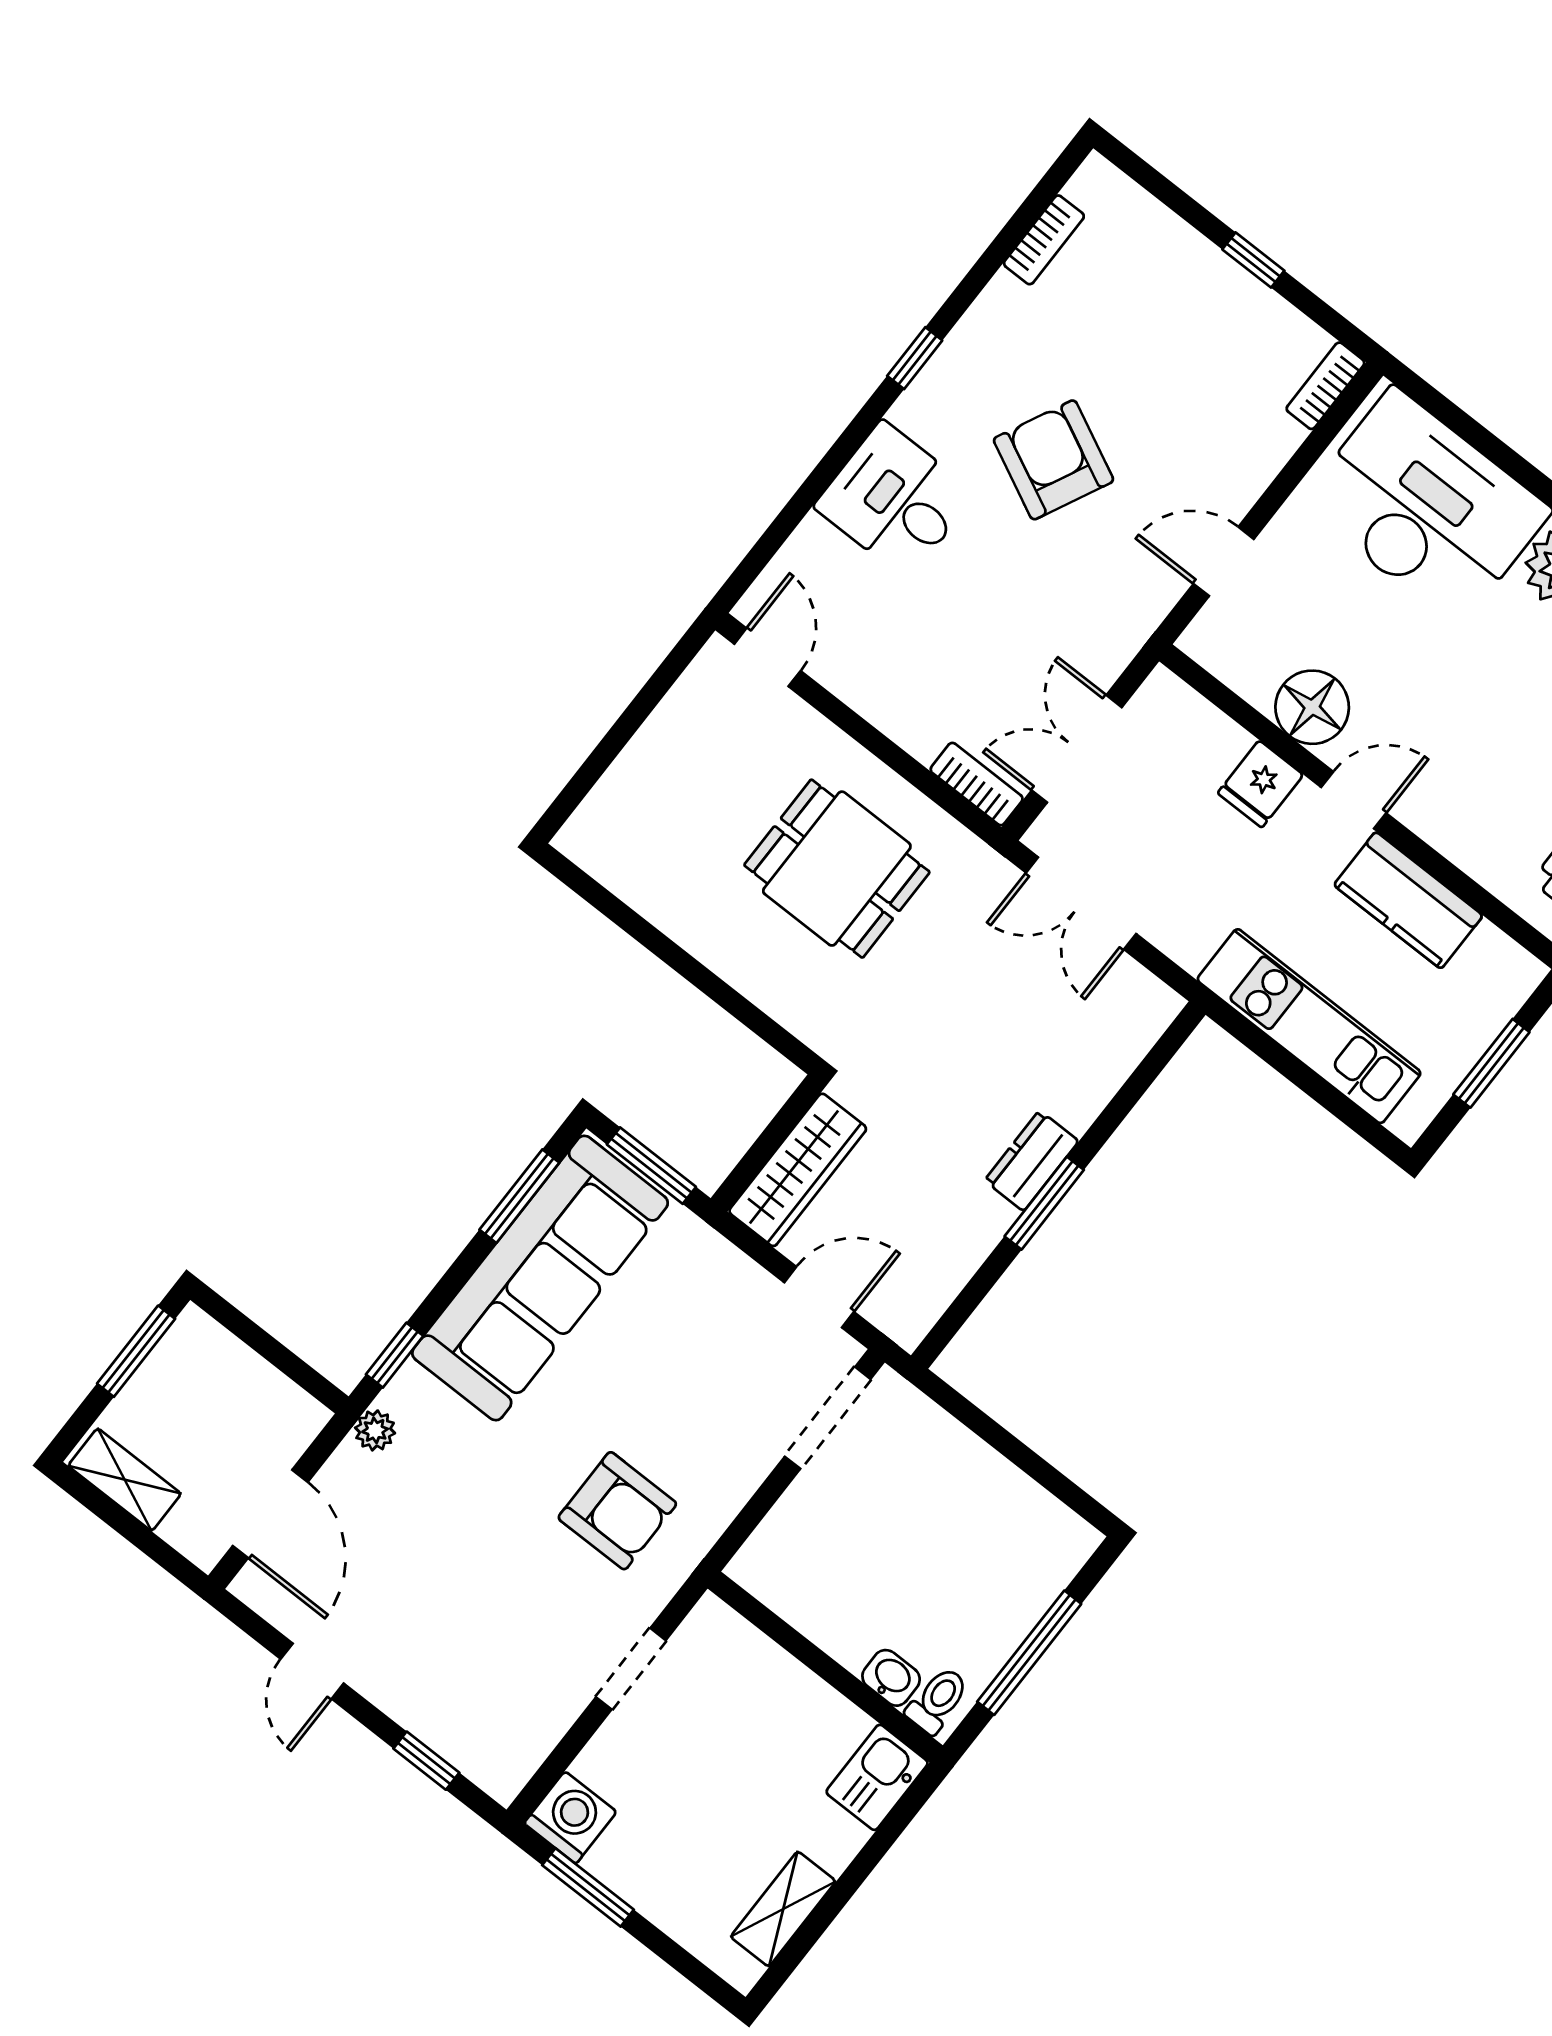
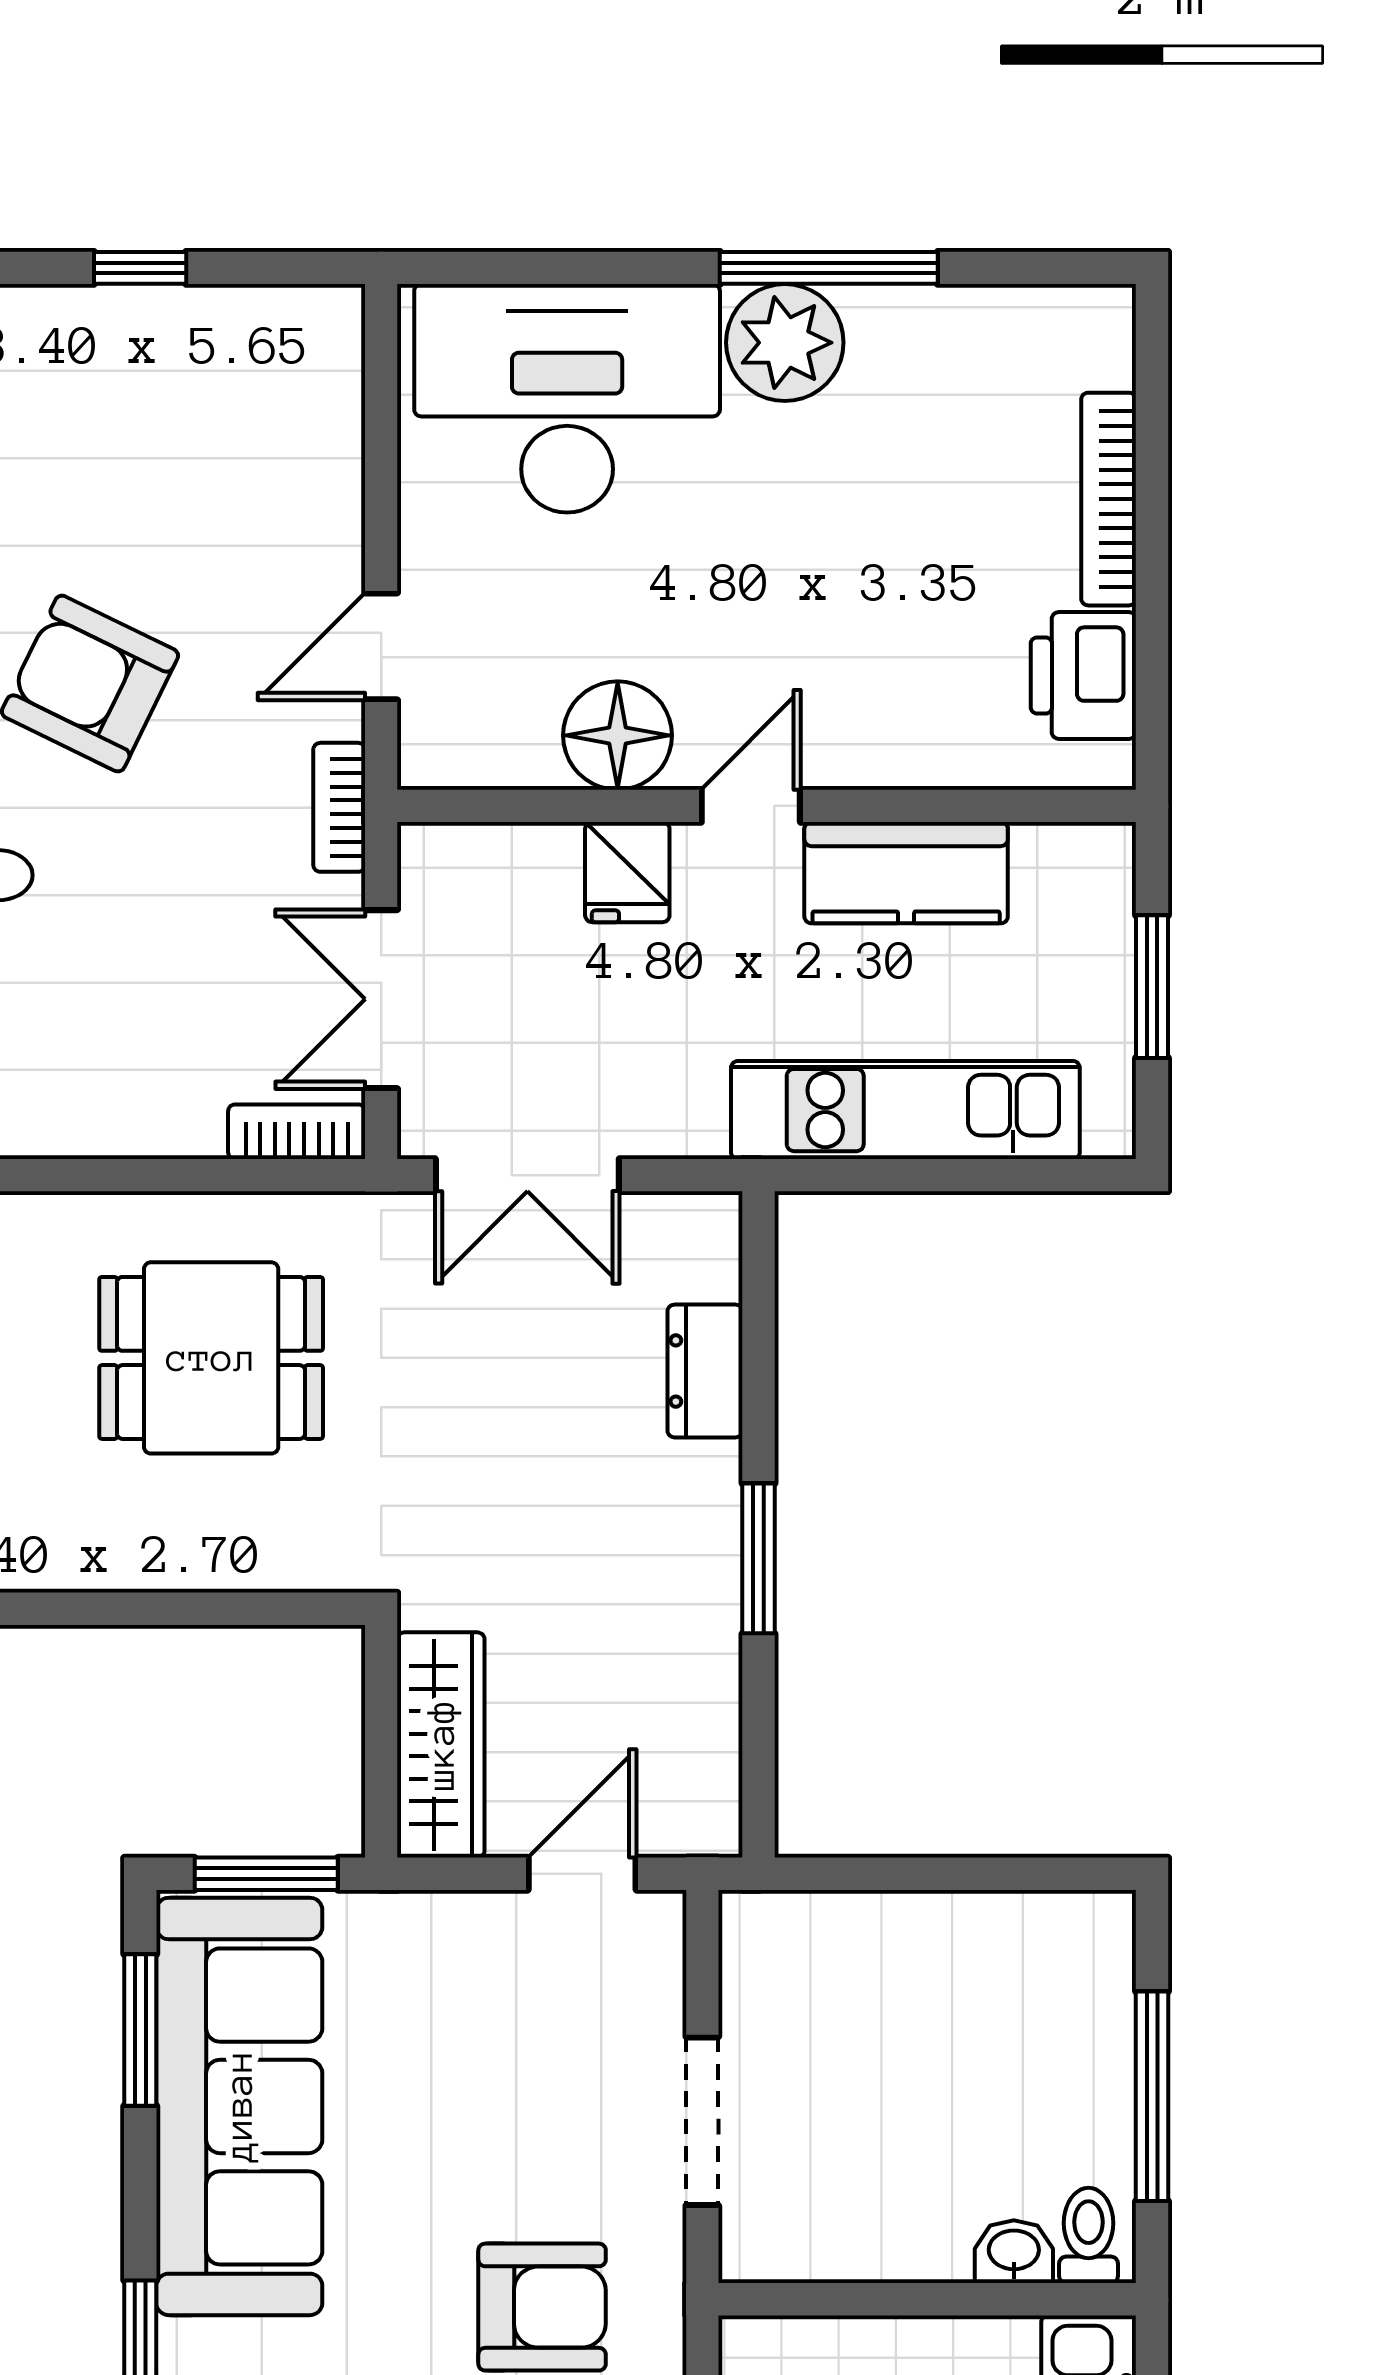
bookcase: (1325, 386) -> (339, 807), moved
dresser: (1032, 1161) -> (705, 1371), moved
doorway: (828, 1418) -> (702, 2121), moved

